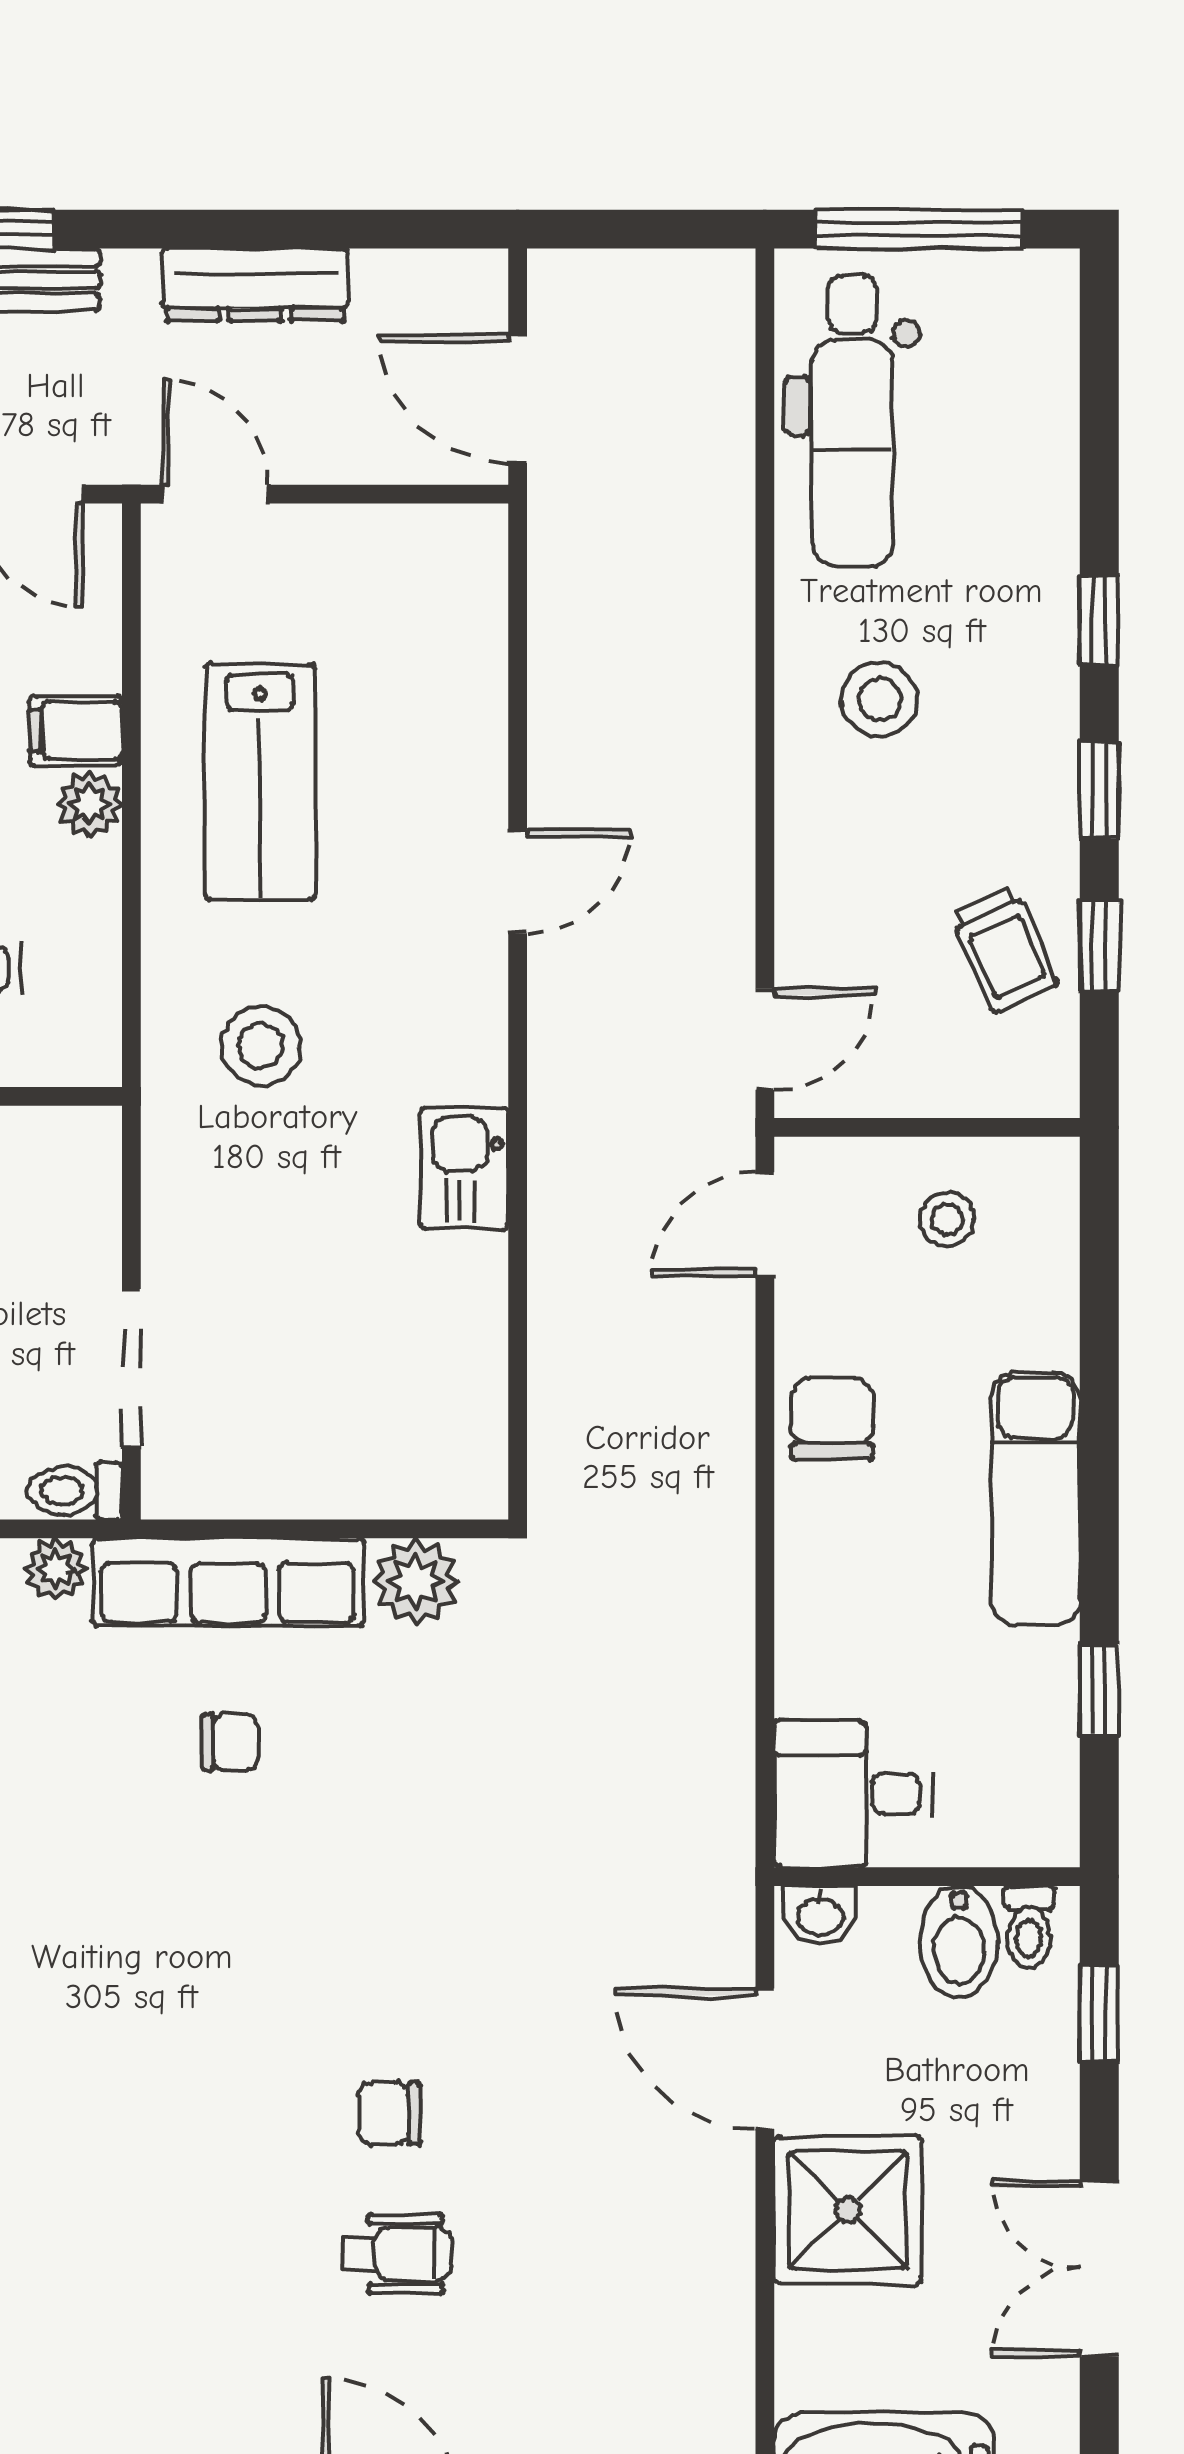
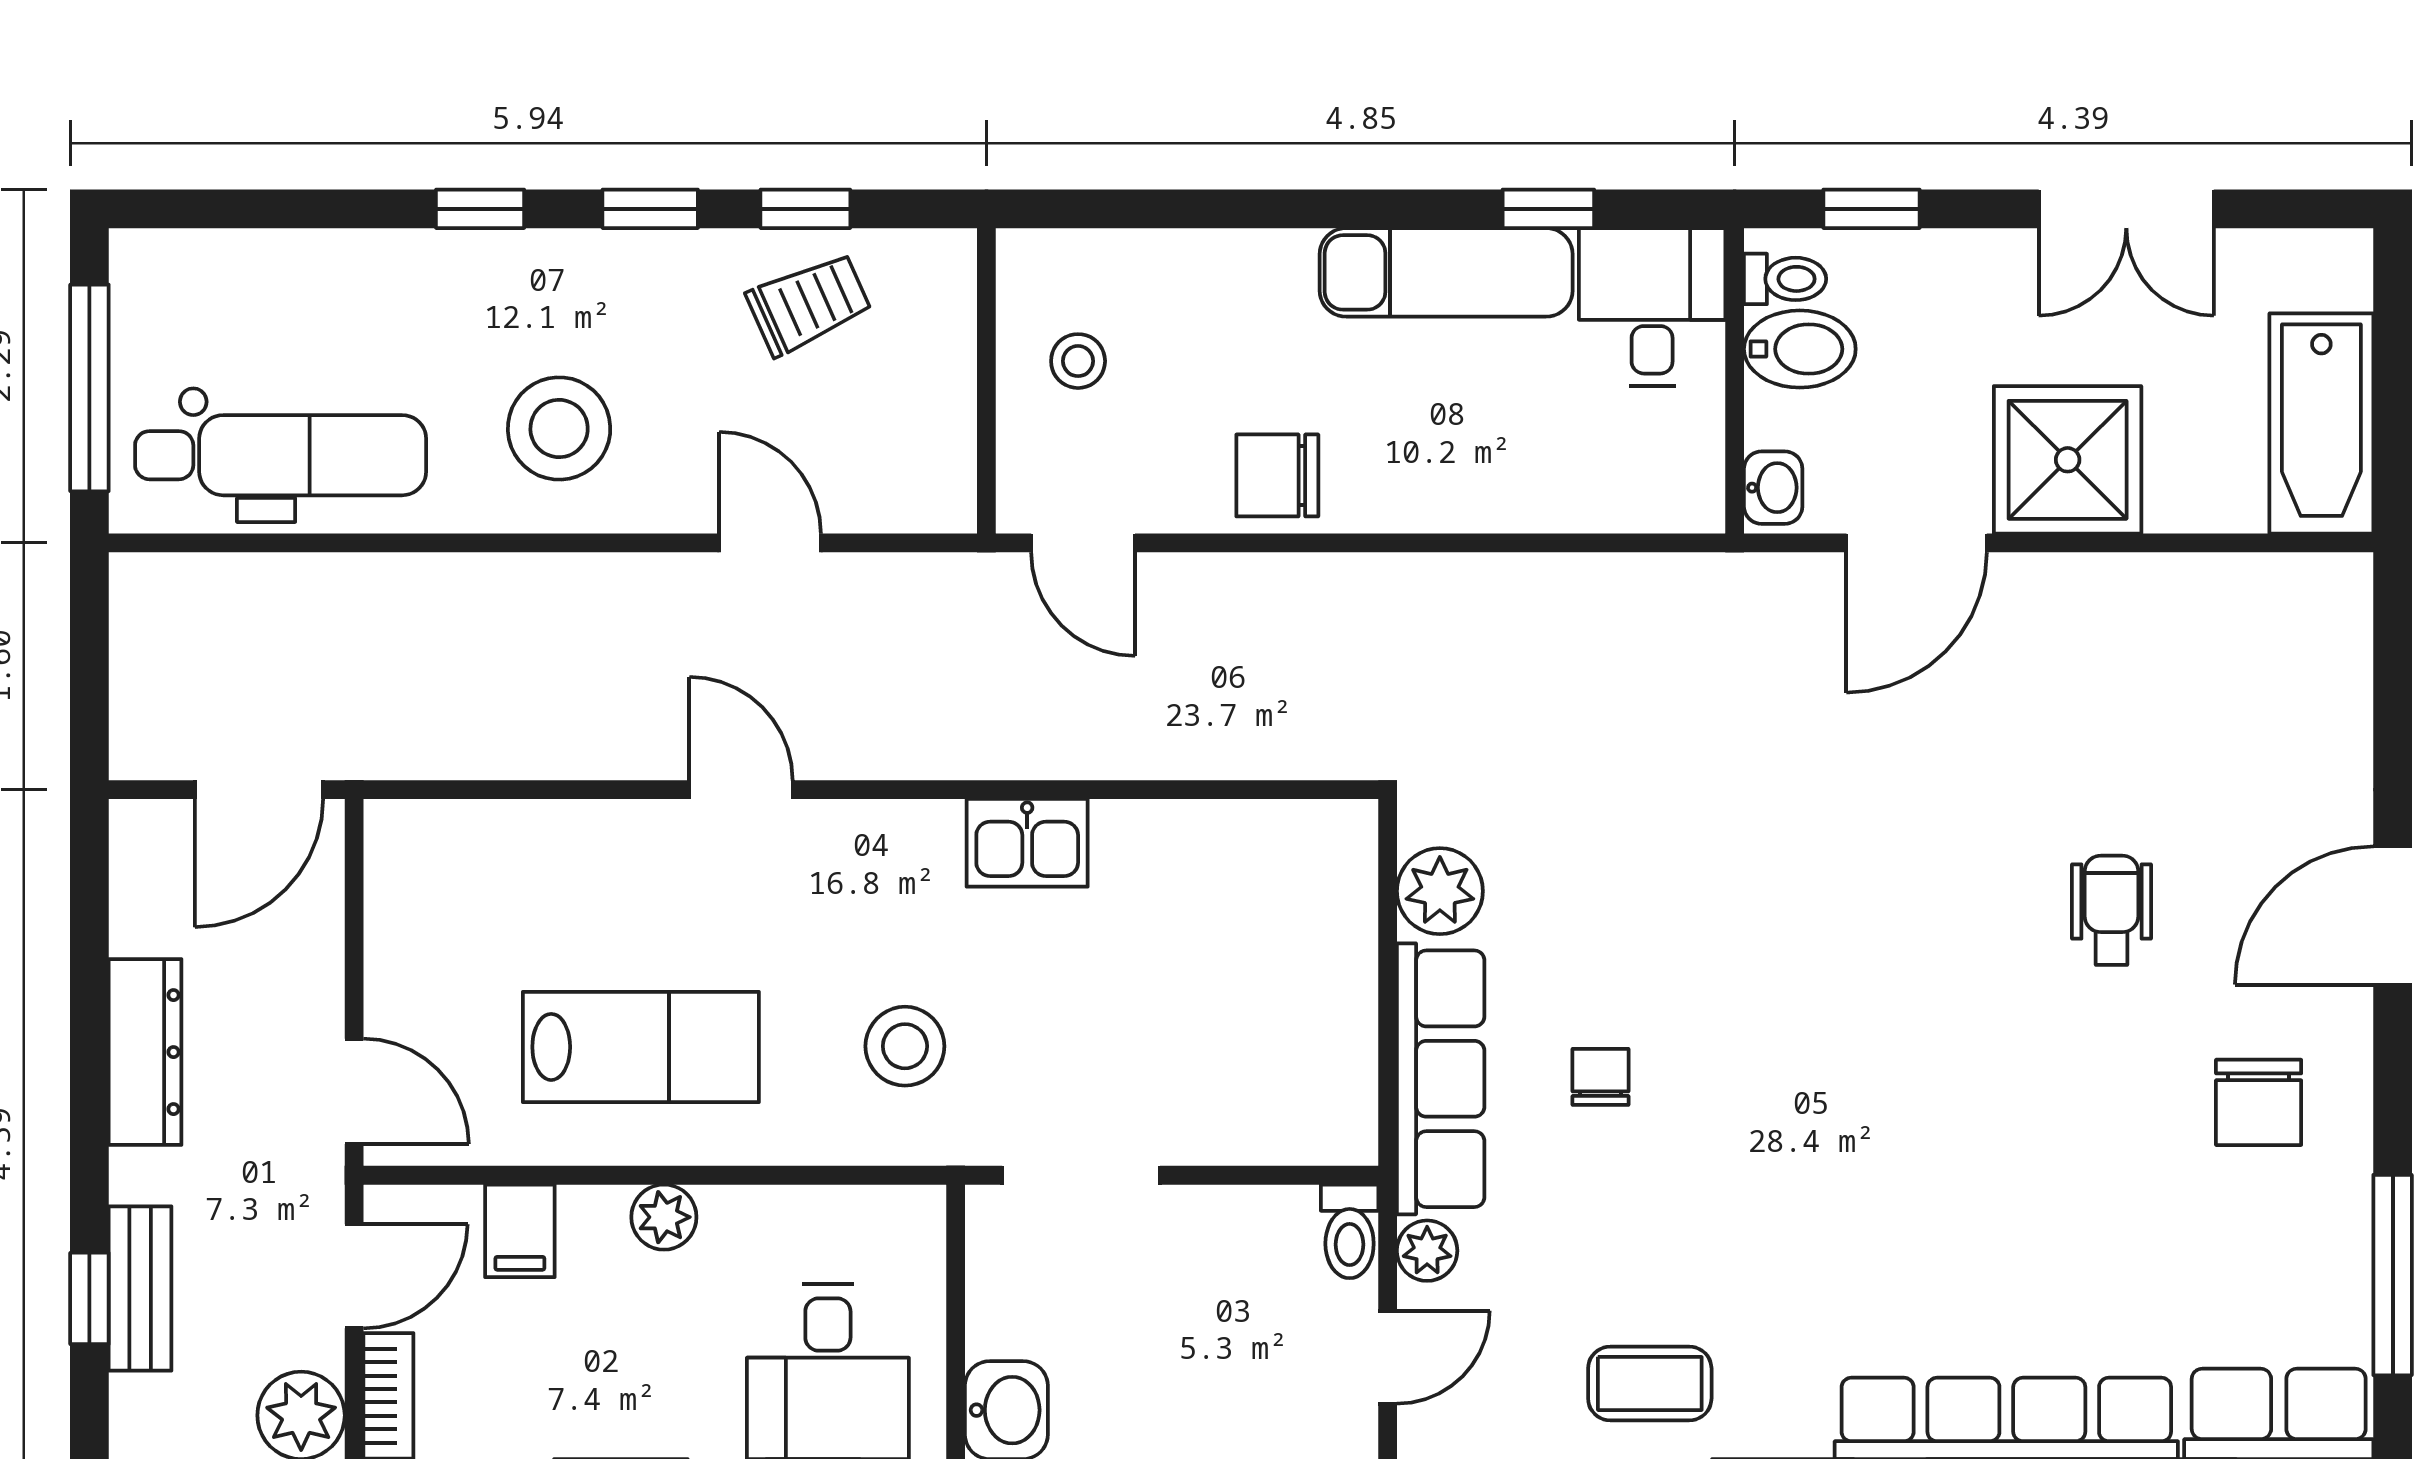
door: (215, 494) -> (354, 1091), swing flipped
stool: (879, 699) -> (559, 428), width x1.38, depth x1.38
filing cabinet: (76, 731) -> (520, 1231), moved
door: (765, 1039) -> (770, 543), moved
doorway: (131, 1368) -> (1081, 1175), moved
exam couch: (1036, 1499) -> (1446, 272), moved
desk: (853, 1794) -> (1652, 307), moved, turned 180
chair: (390, 2113) -> (2259, 1102), moved, width x1.37, depth x1.37

